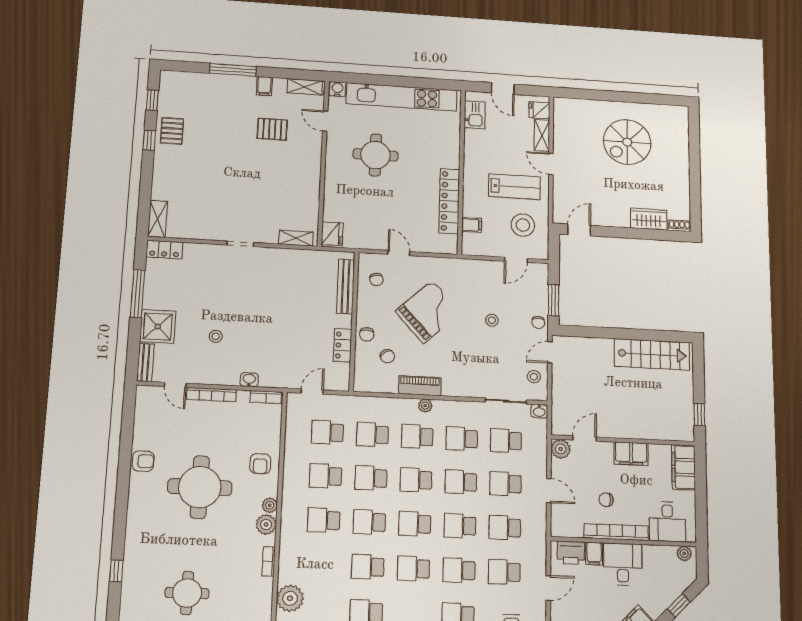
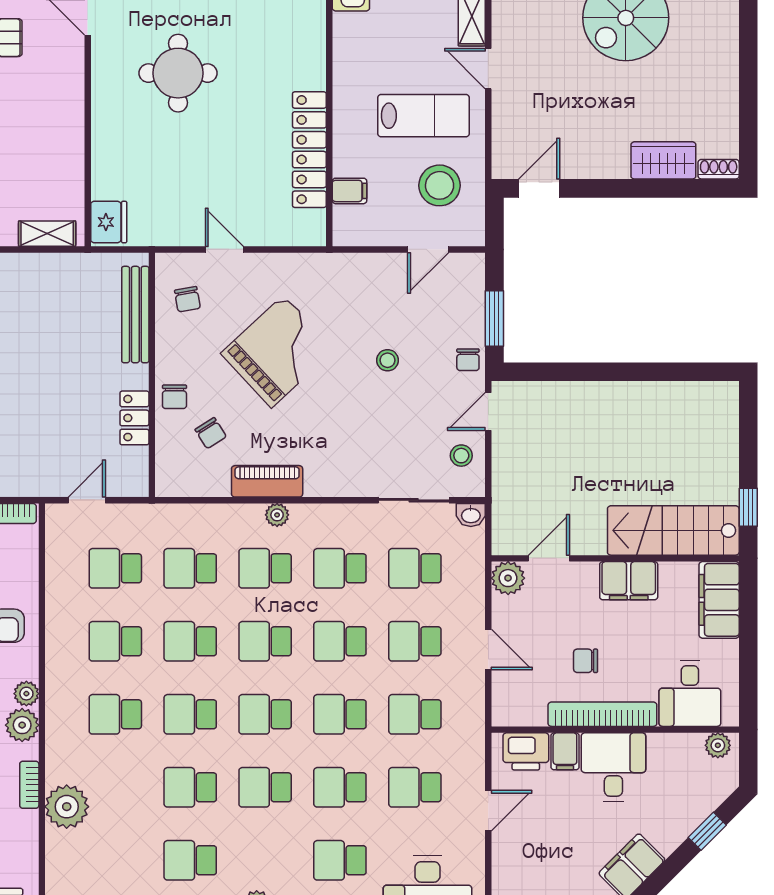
stairs: (652, 354) -> (673, 530), moved, turned 180
plant: (290, 598) -> (67, 807), moved

